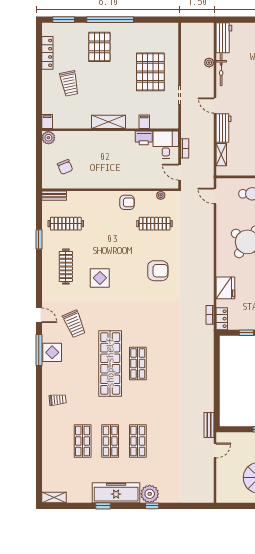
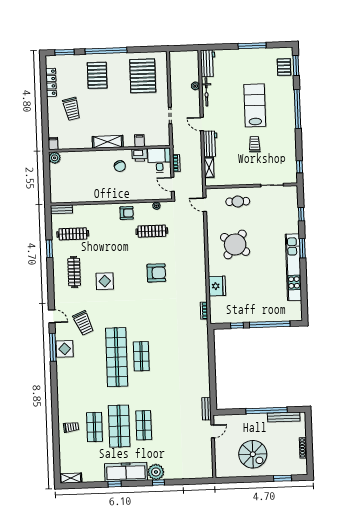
pallet: (150, 72) -> (143, 76), moved
chair: (65, 167) -> (120, 166), moved
locker: (222, 319) -> (215, 314), removed
trolley: (58, 400) -> (71, 427), moved
shop shelf: (110, 441) -> (119, 426), width x1.43, depth x1.36

